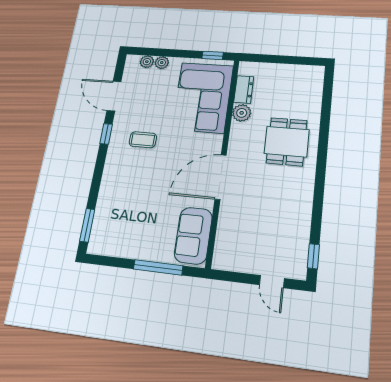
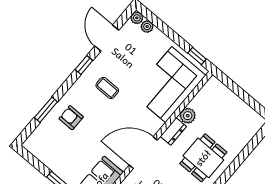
plant: (162, 63) -> (137, 18), moved
dresser: (244, 89) -> (173, 131), moved
armchair: (123, 191) -> (71, 118), added
window: (87, 225) -> (46, 110), moved

